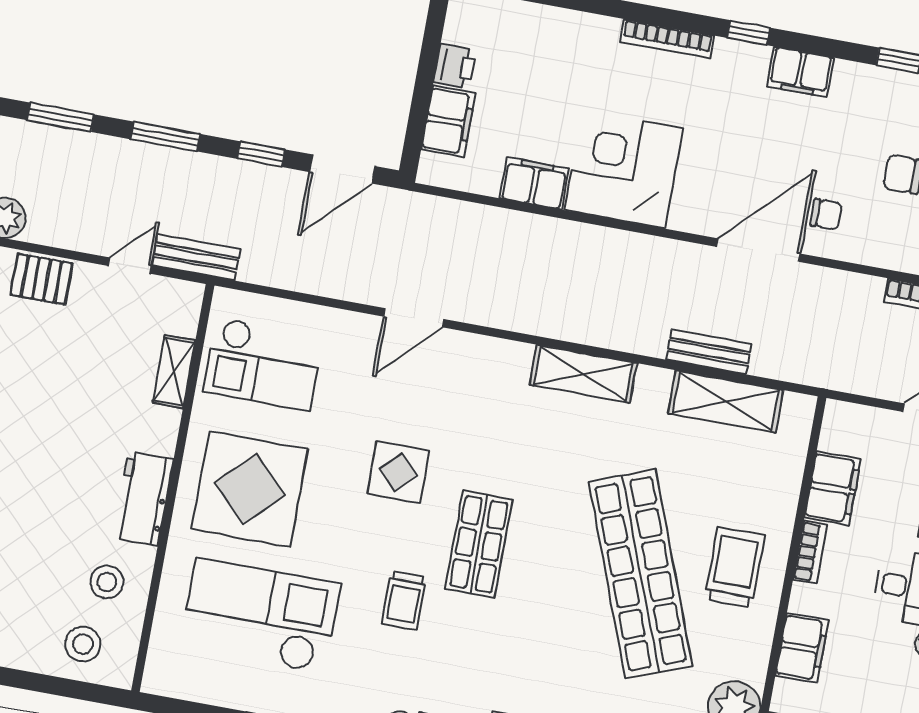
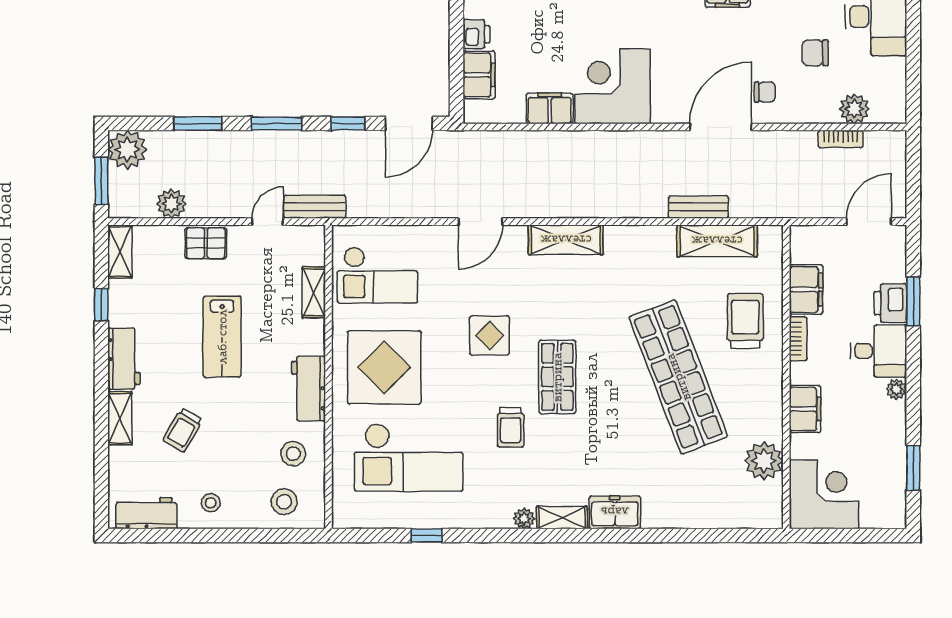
shelving: (583, 374) -> (566, 240), moved
lab bench: (40, 408) -> (222, 337), added
trolley: (735, 567) -> (745, 321), moved
checkout: (260, 616) -> (409, 458), turned 180

